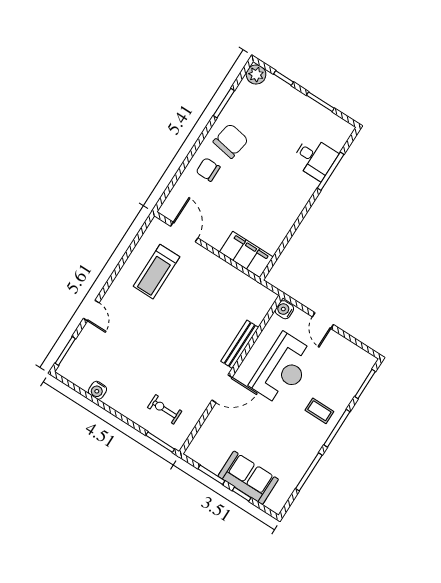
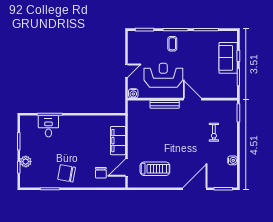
plant: (256, 75) -> (26, 162), moved
chair: (208, 170) -> (101, 173), moved
filing cabinet: (246, 254) -> (118, 141), moved
door: (91, 311) -> (195, 189), width x1.88
exercise bike: (165, 409) -> (214, 132), moved

